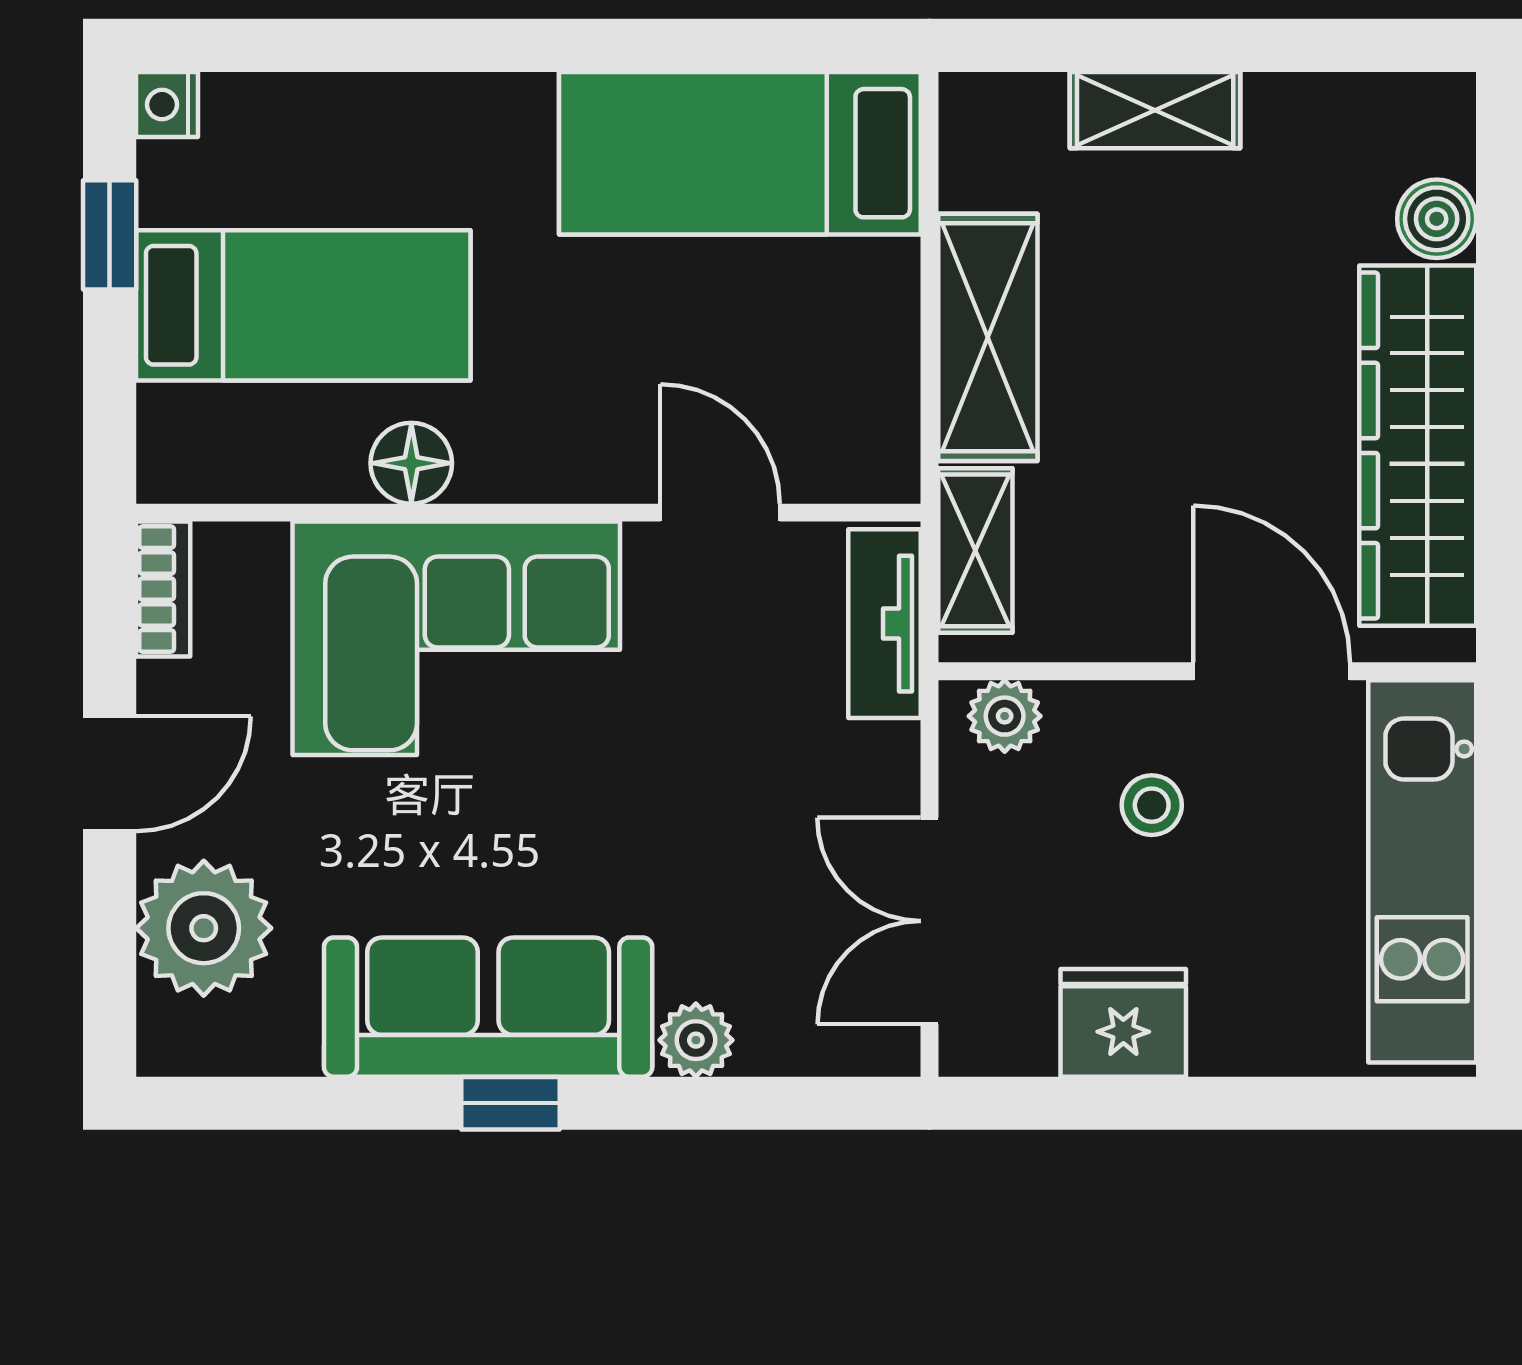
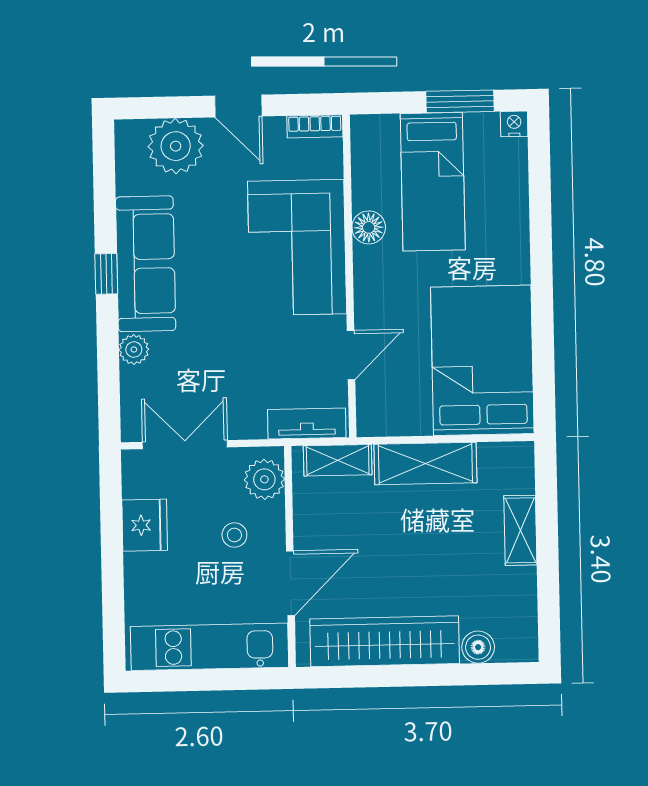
bed: (740, 153) -> (482, 360), width x1.50
window: (110, 235) -> (460, 101), width x1.50
plant: (1005, 716) -> (264, 479), width x1.38, depth x1.38

